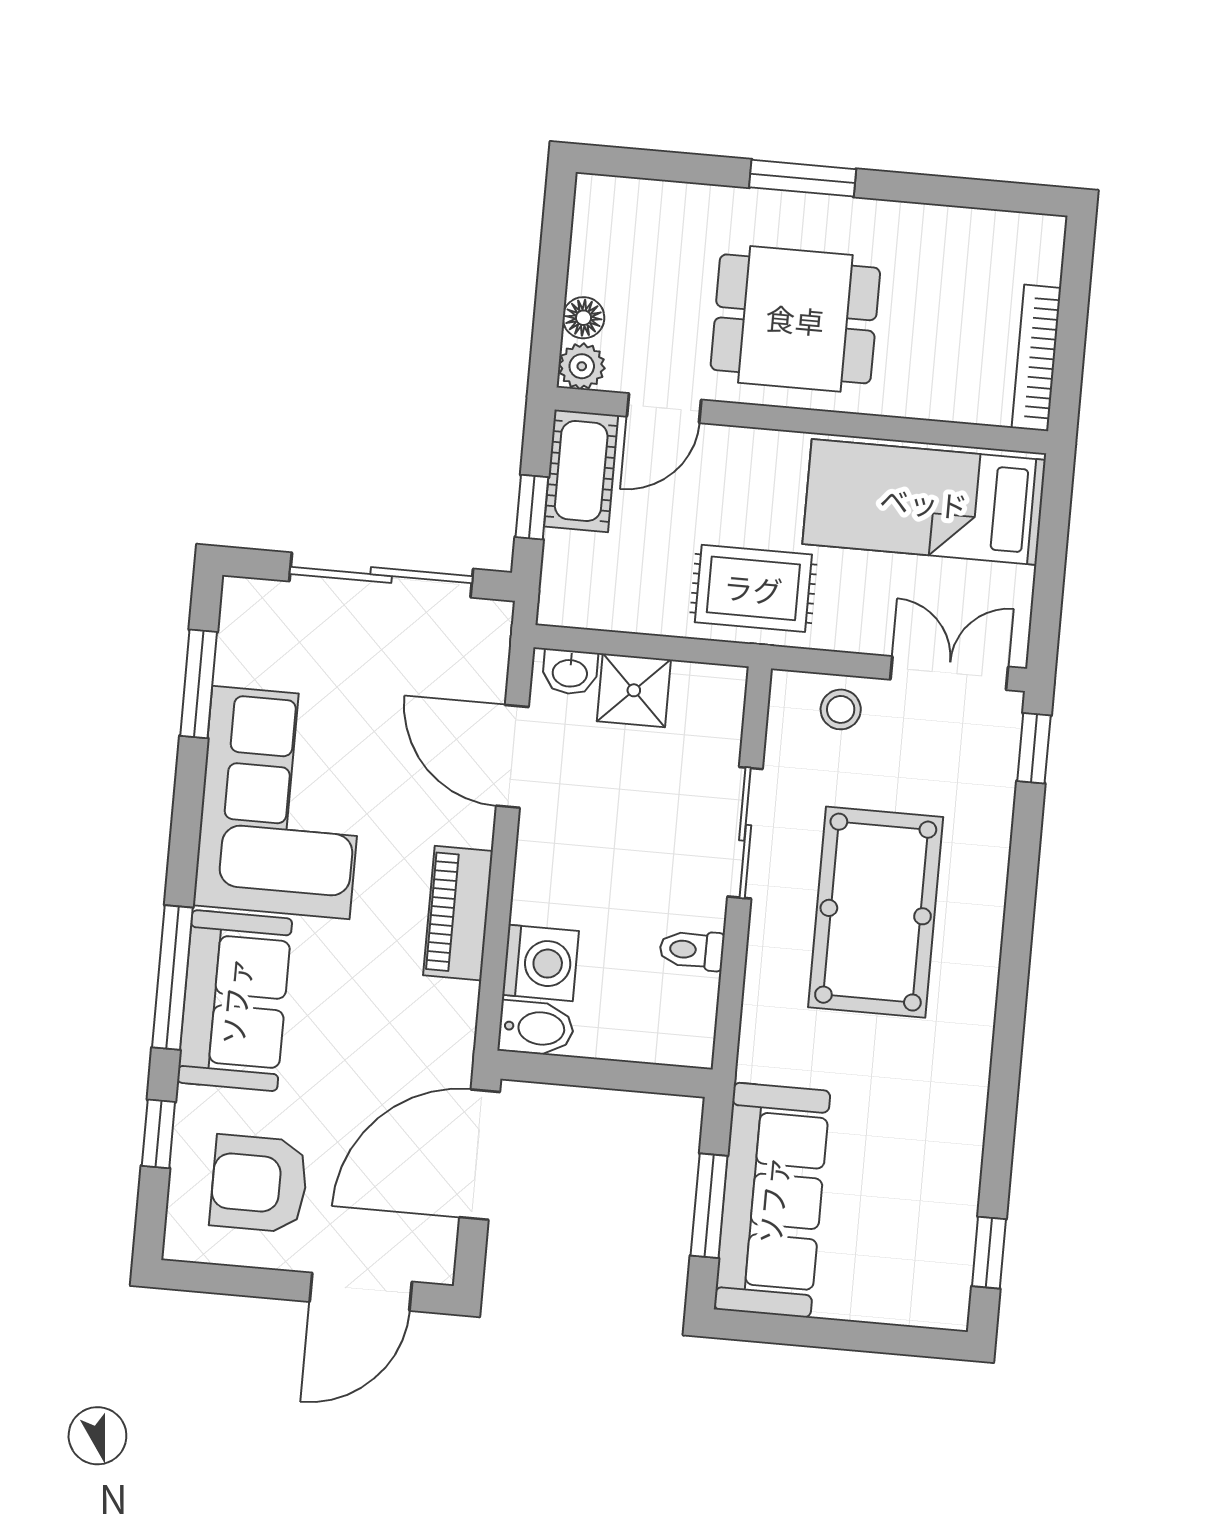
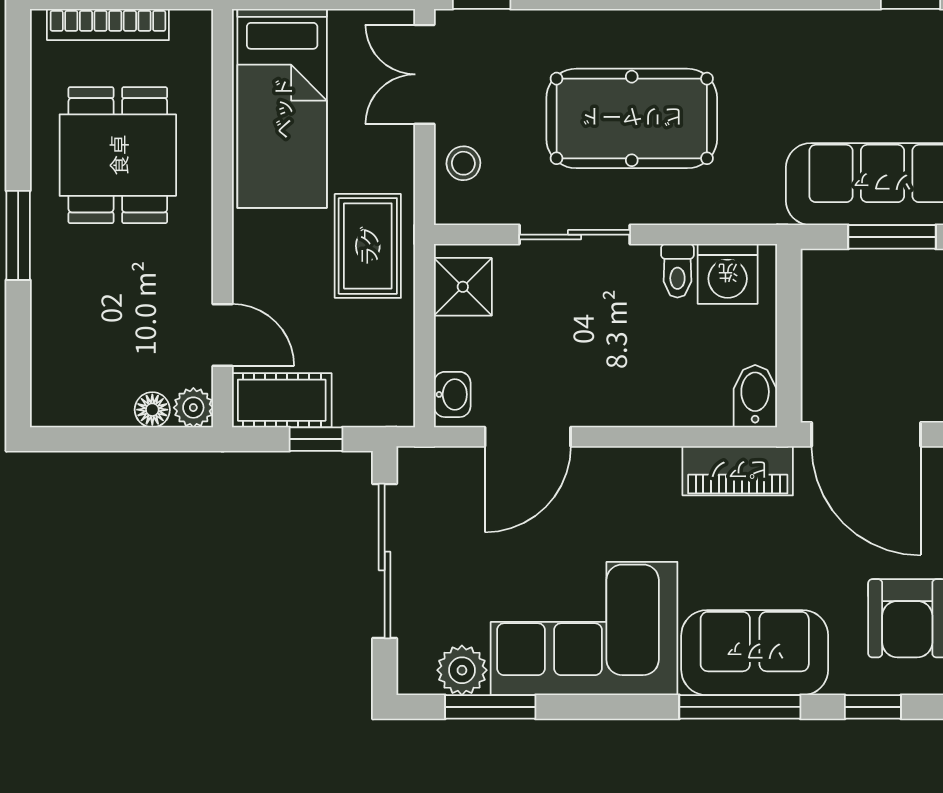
dining table: (795, 319) -> (118, 155), moved
bookcase: (1036, 358) -> (108, 25), moved
plant: (245, 655) -> (462, 670), added
shower: (634, 690) -> (463, 287), moved
piano: (458, 913) -> (738, 471), moved
washing machine: (541, 963) -> (728, 274), moved, turned 180

